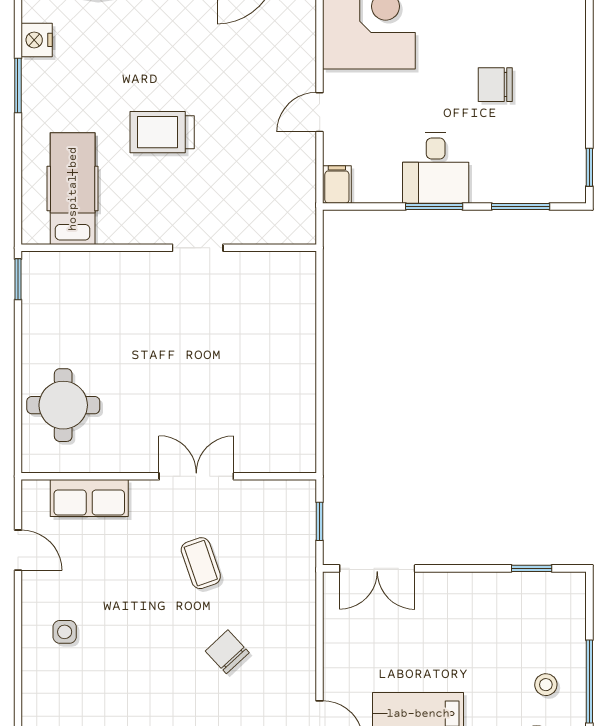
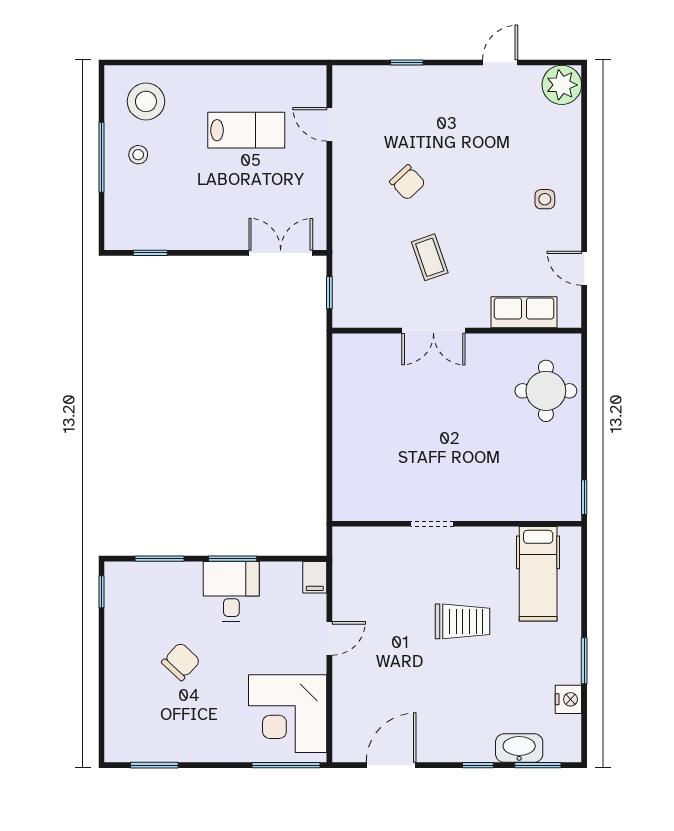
chair: (495, 85) -> (181, 662), turned -47

